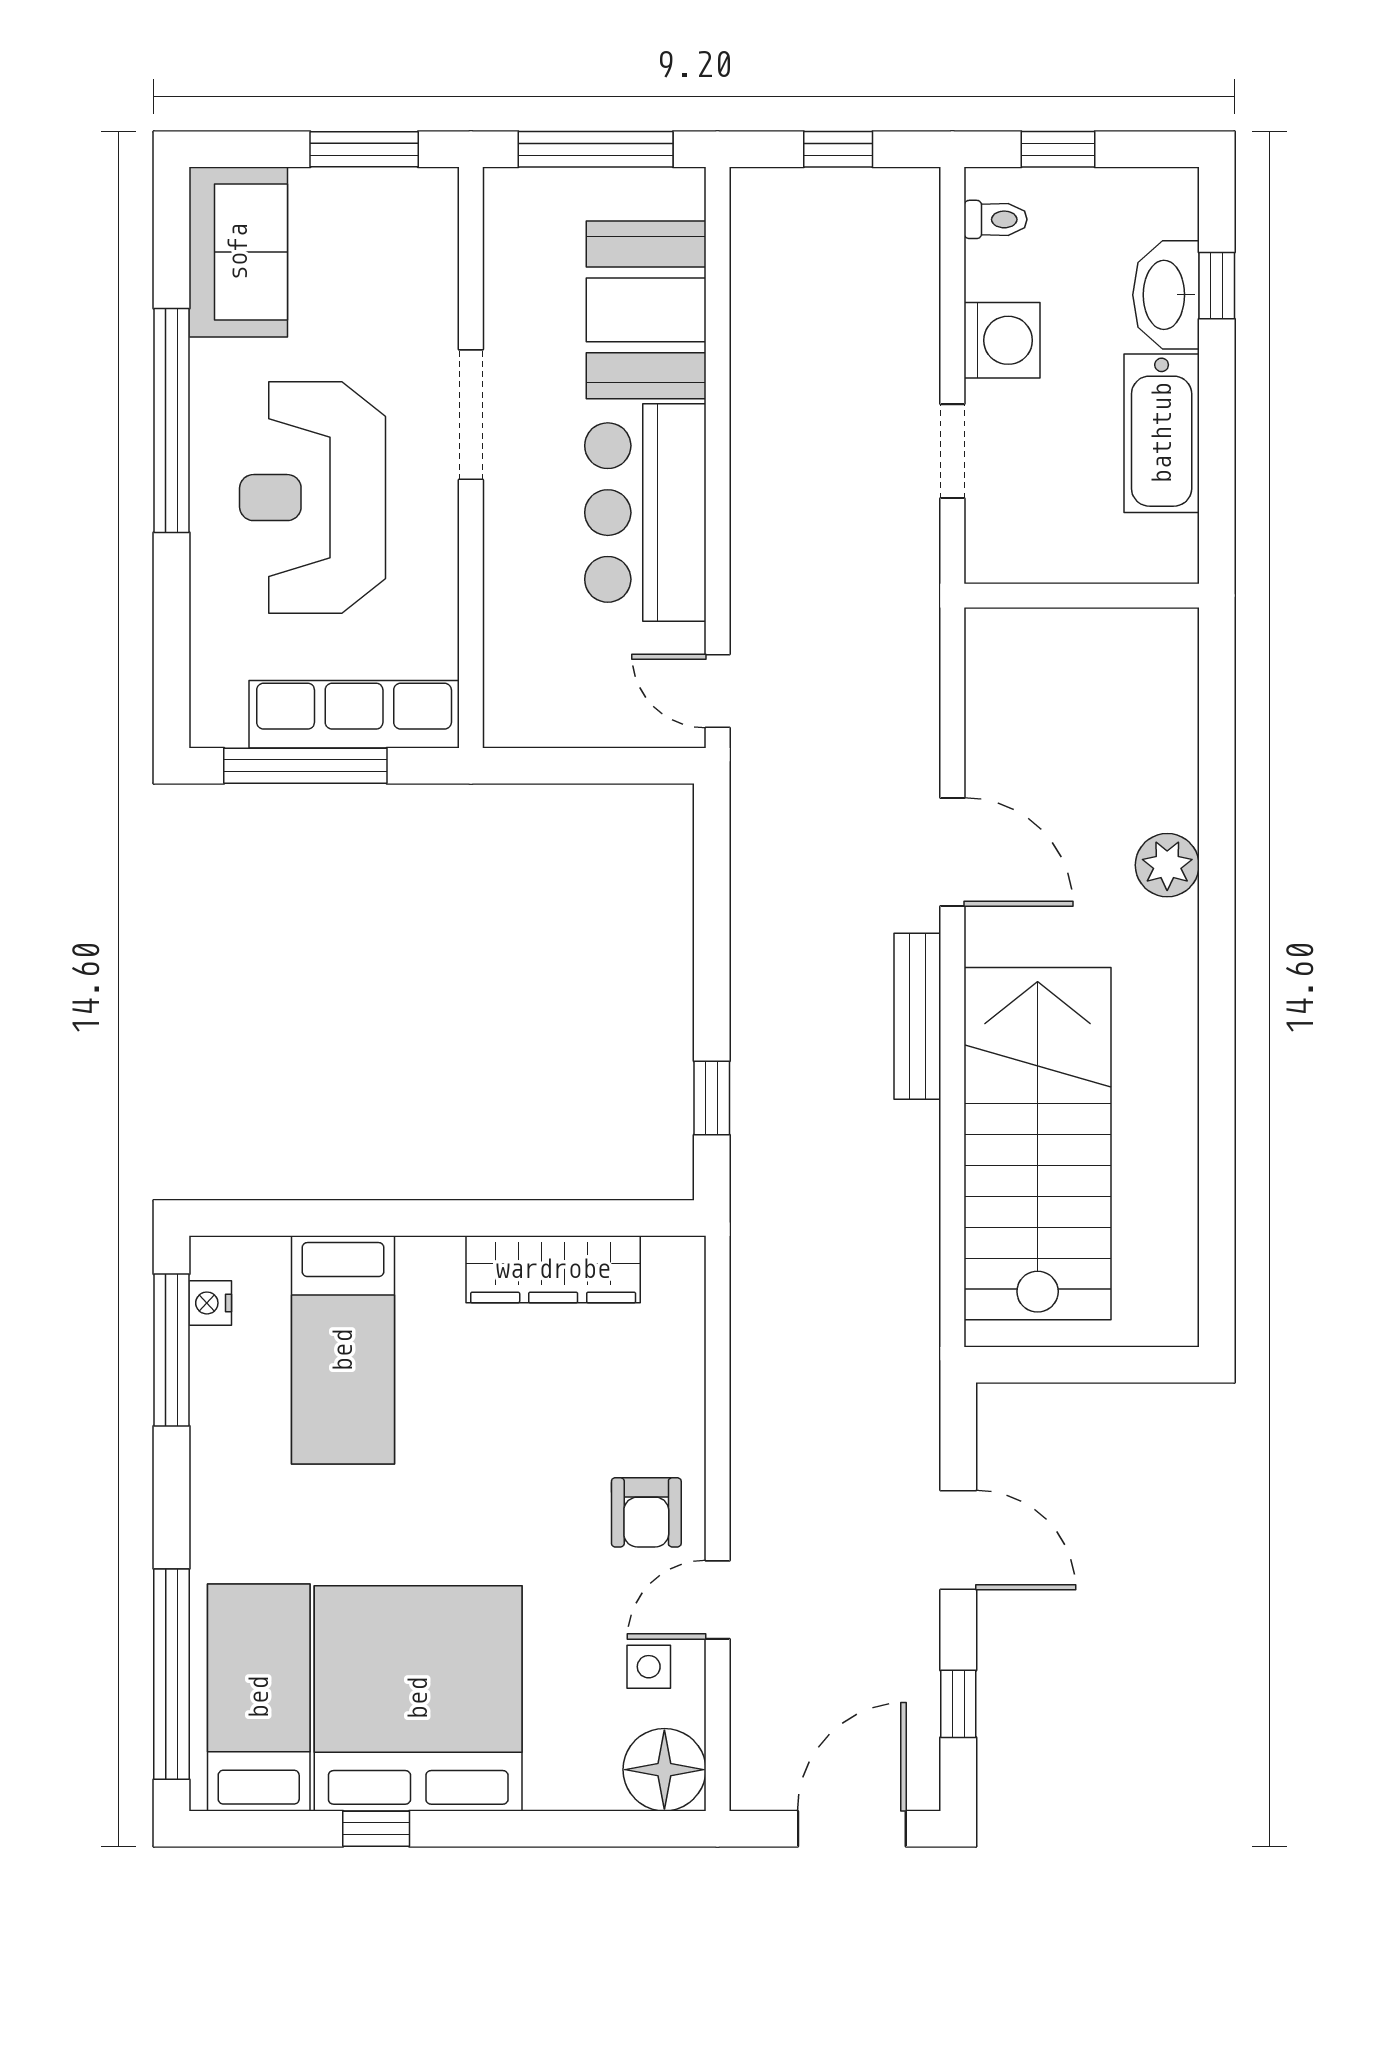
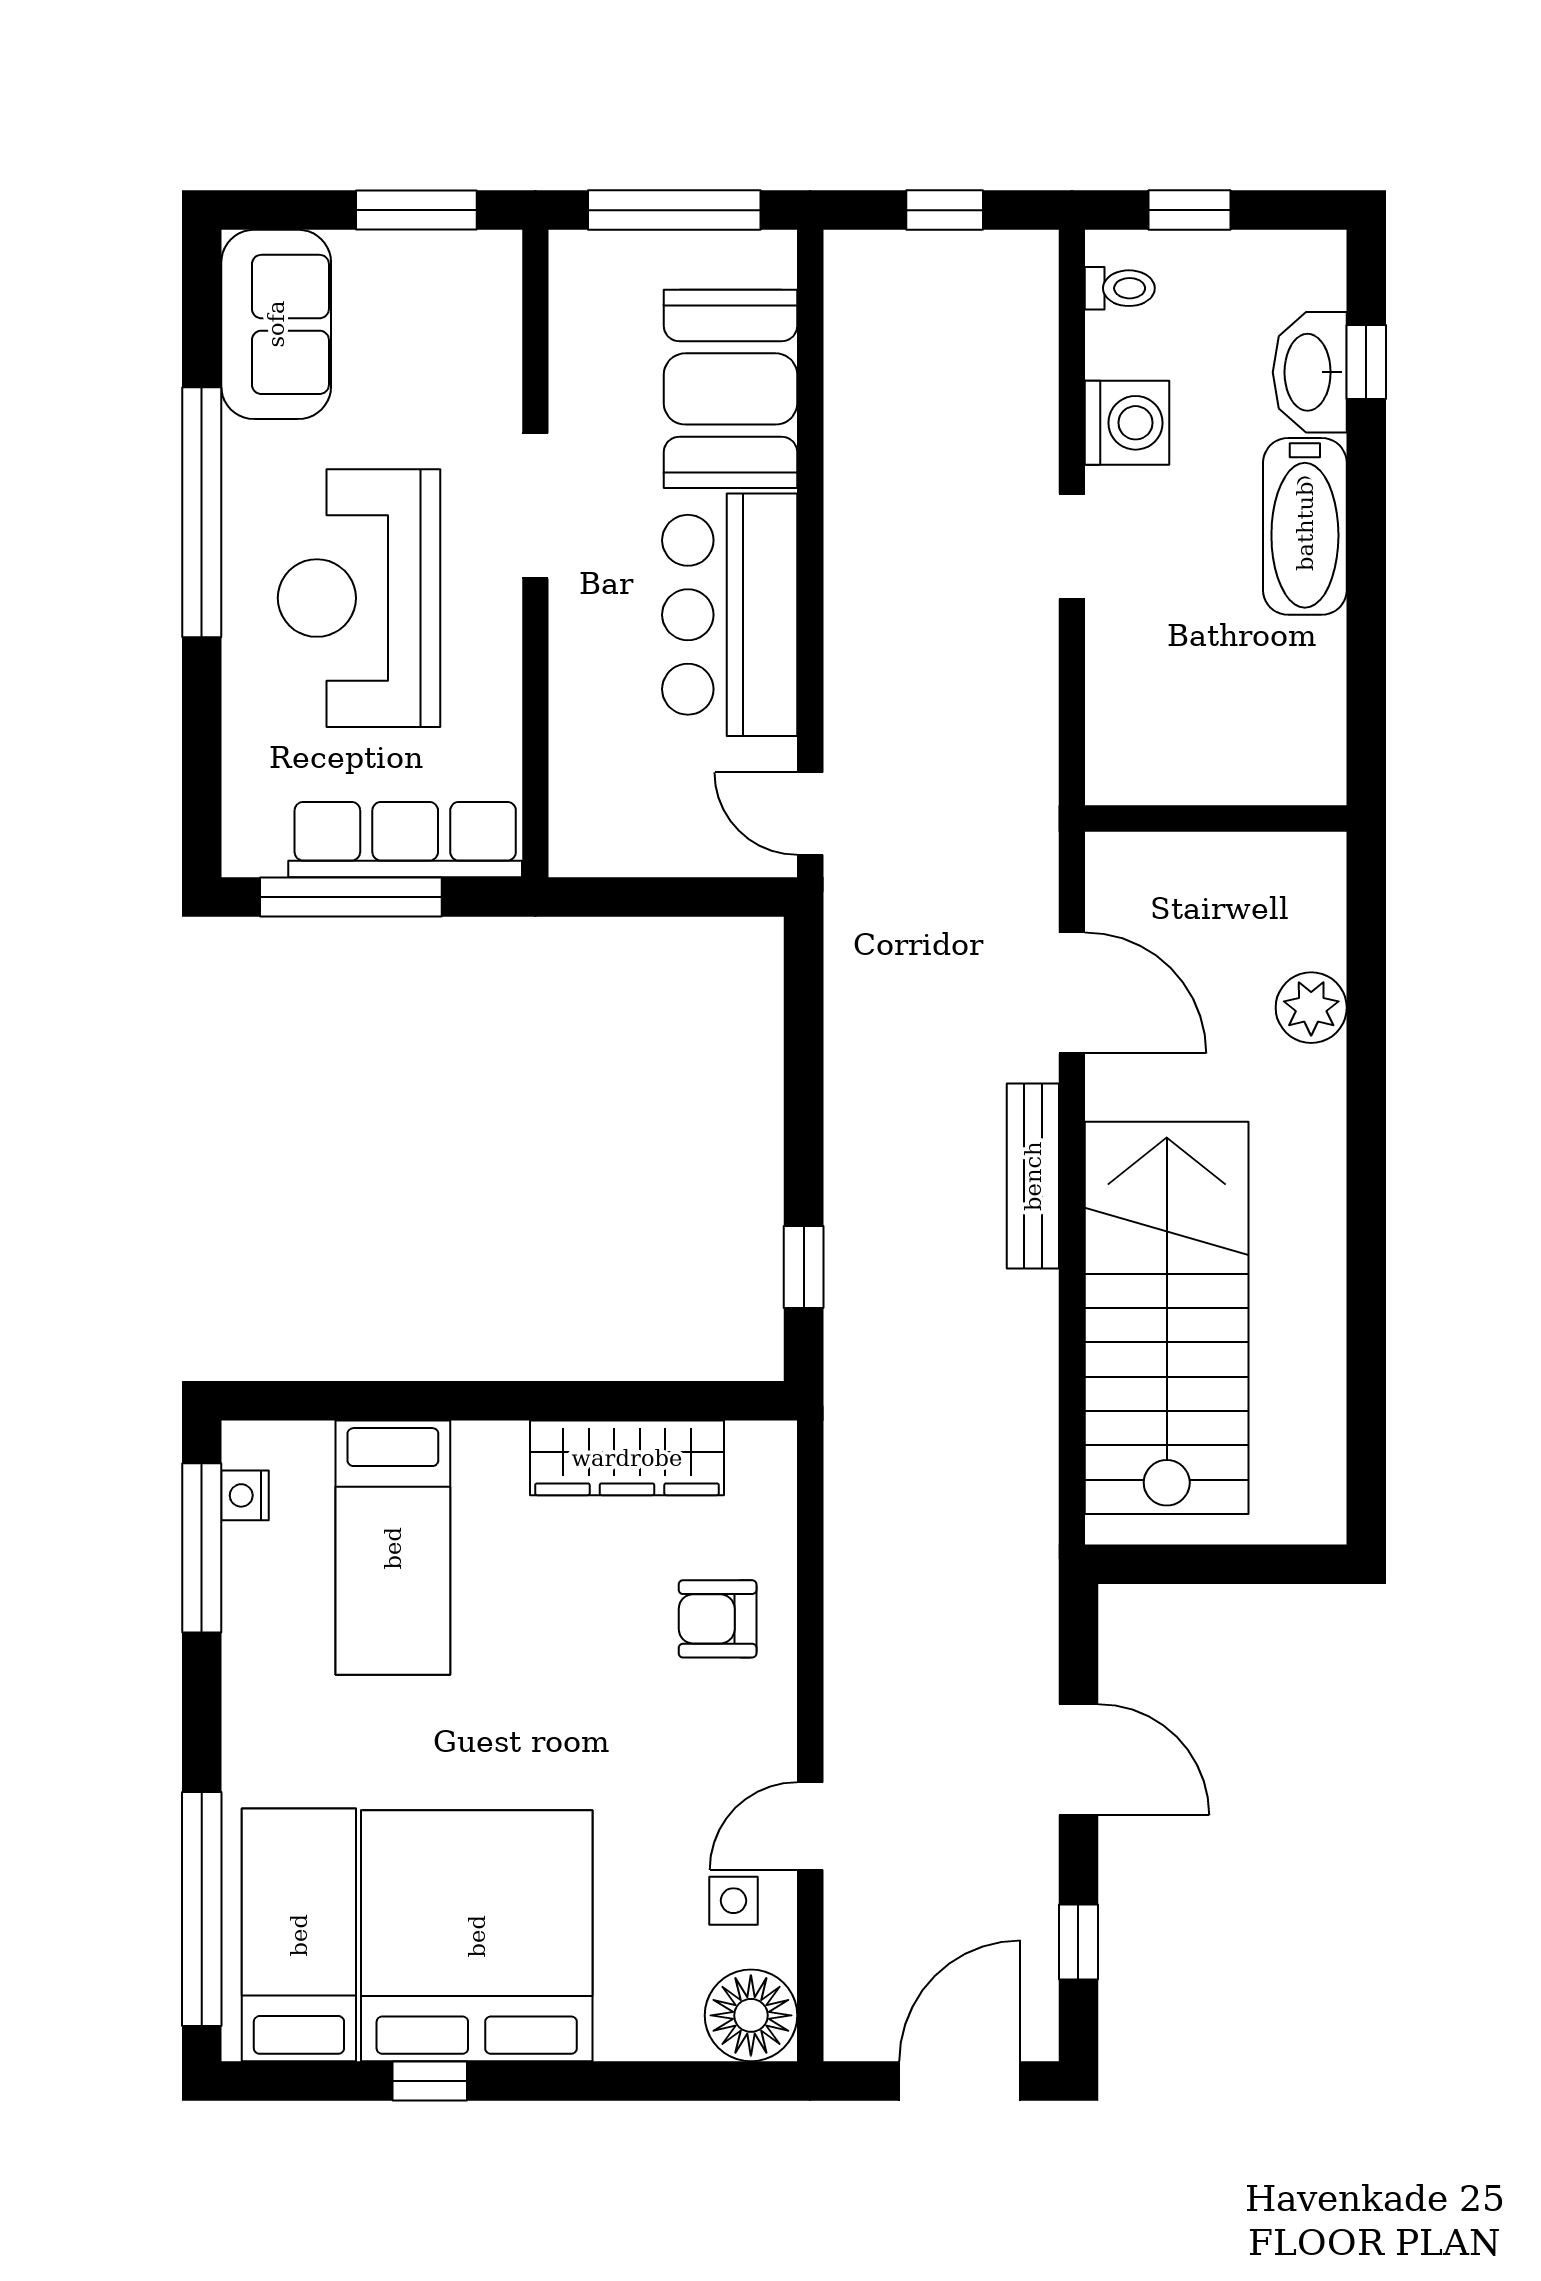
wall: (1082, 596) -> (1216, 818), moved
armchair: (646, 1512) -> (718, 1619), moved, turned 90

